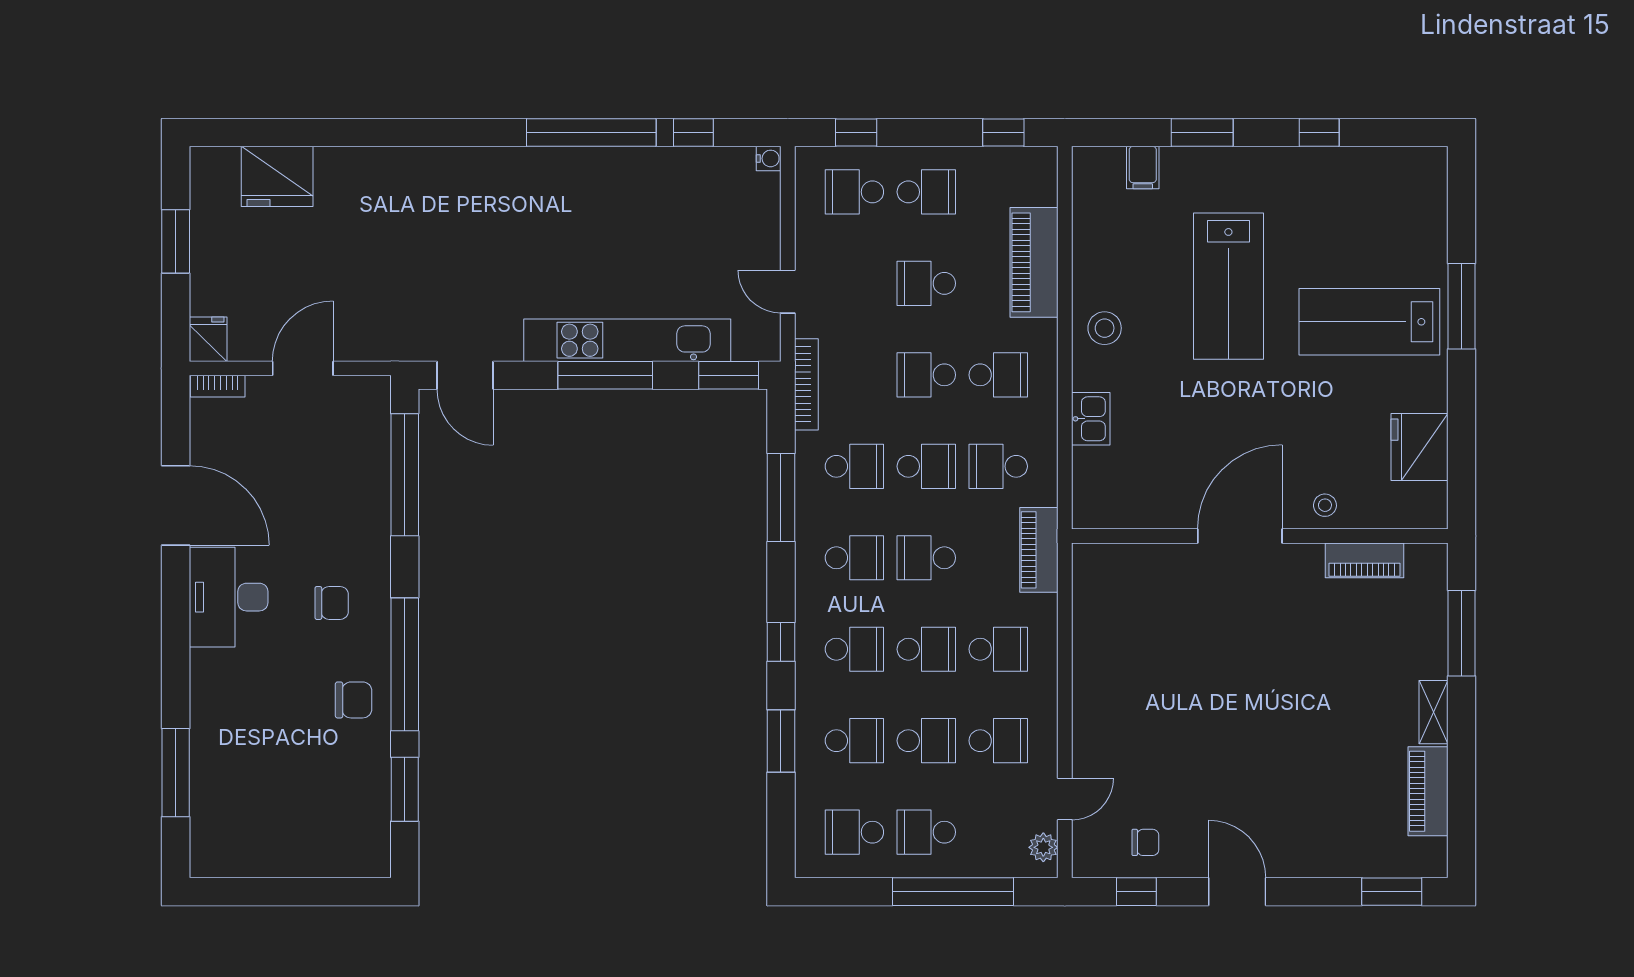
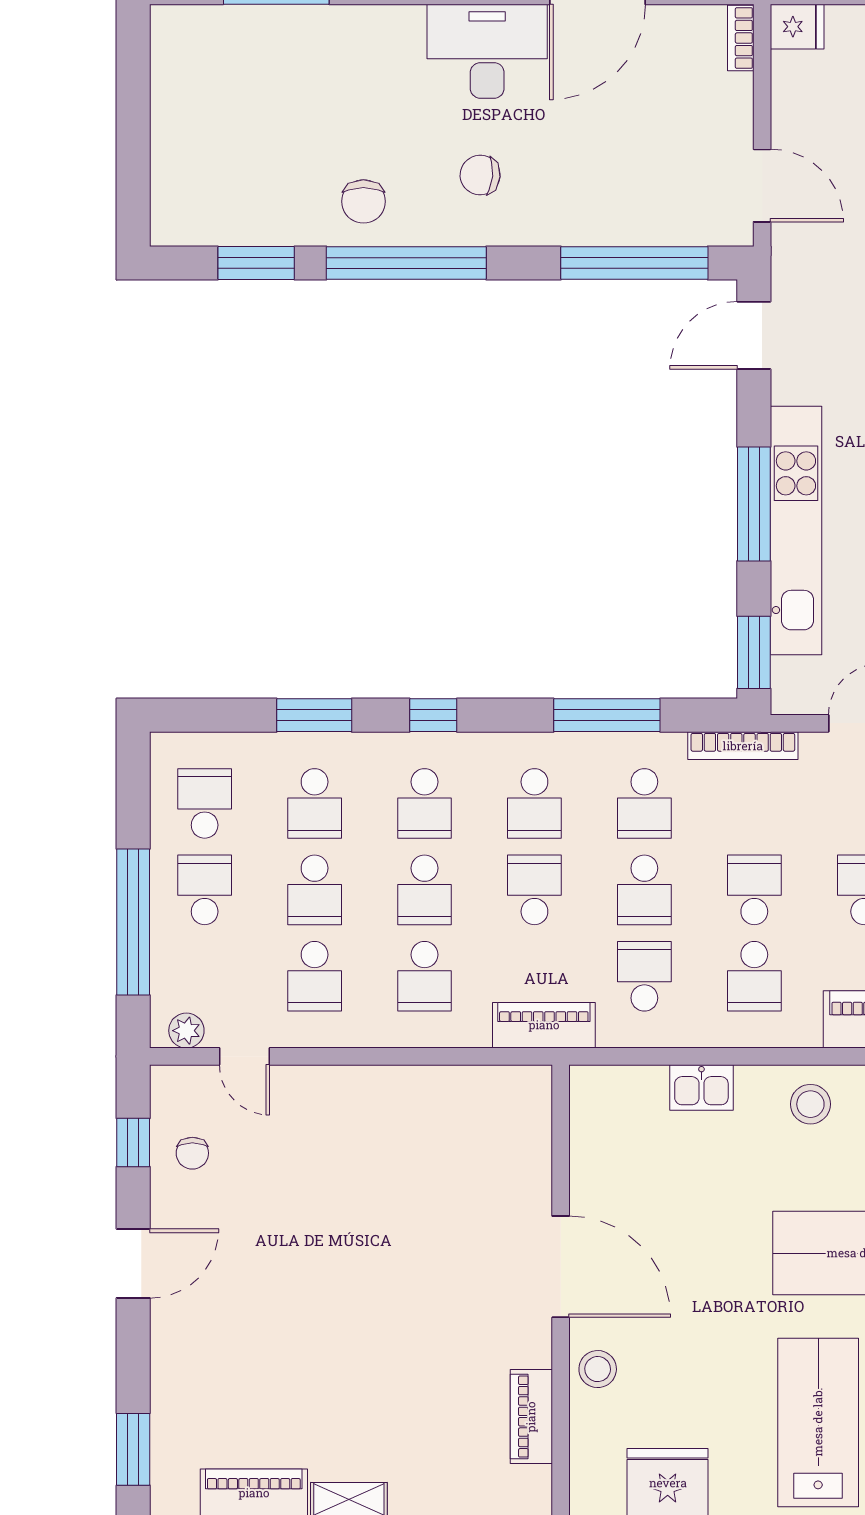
door: (303, 368) -> (762, 186), moved
stool: (1325, 505) -> (598, 1369), width x1.37, depth x1.37
chair: (332, 603) -> (480, 175), turned 95

